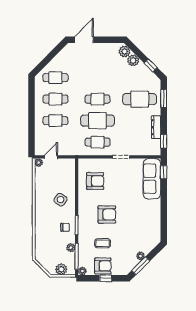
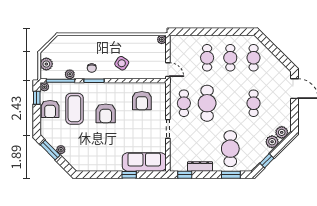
cafe table: (98, 99) -> (254, 103), moved
door: (51, 157) -> (168, 70), moved
window: (164, 172) -> (129, 175), moved
coffee table: (103, 243) -> (74, 109), width x1.86, depth x1.72
window: (106, 278) -> (37, 98), moved

